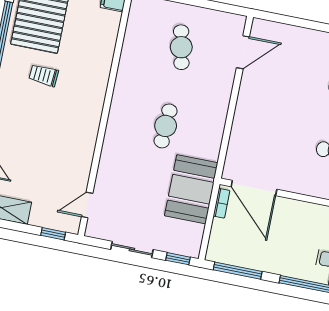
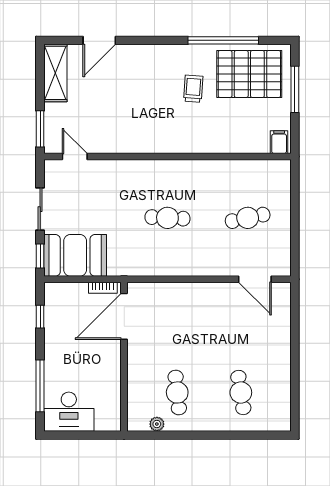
booth: (191, 189) -> (75, 255), moved
window: (53, 234) -> (40, 129), width x1.50
window: (238, 271) -> (40, 317), width x0.46

